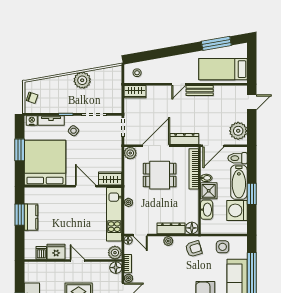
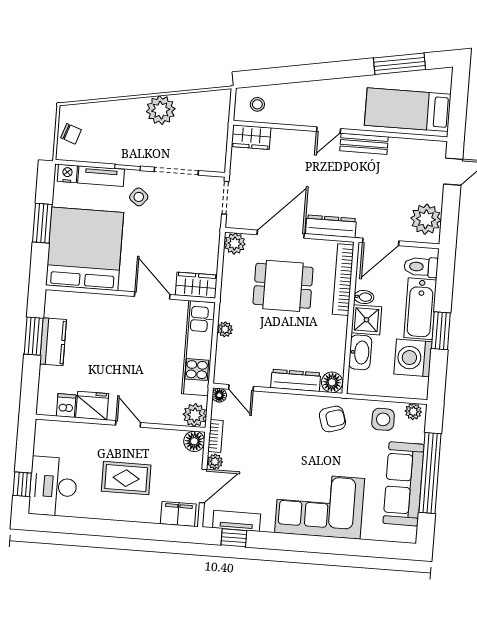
plant: (168, 241) -> (413, 411), moved

